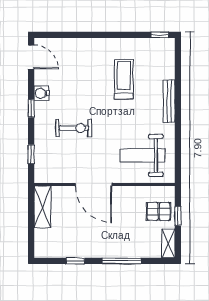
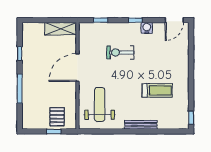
exercise bike: (74, 128) -> (120, 53), turned 90
shelving: (168, 243) -> (33, 124), removed

